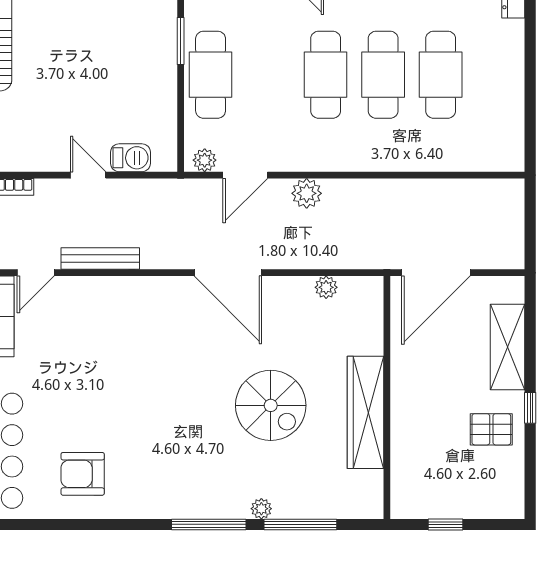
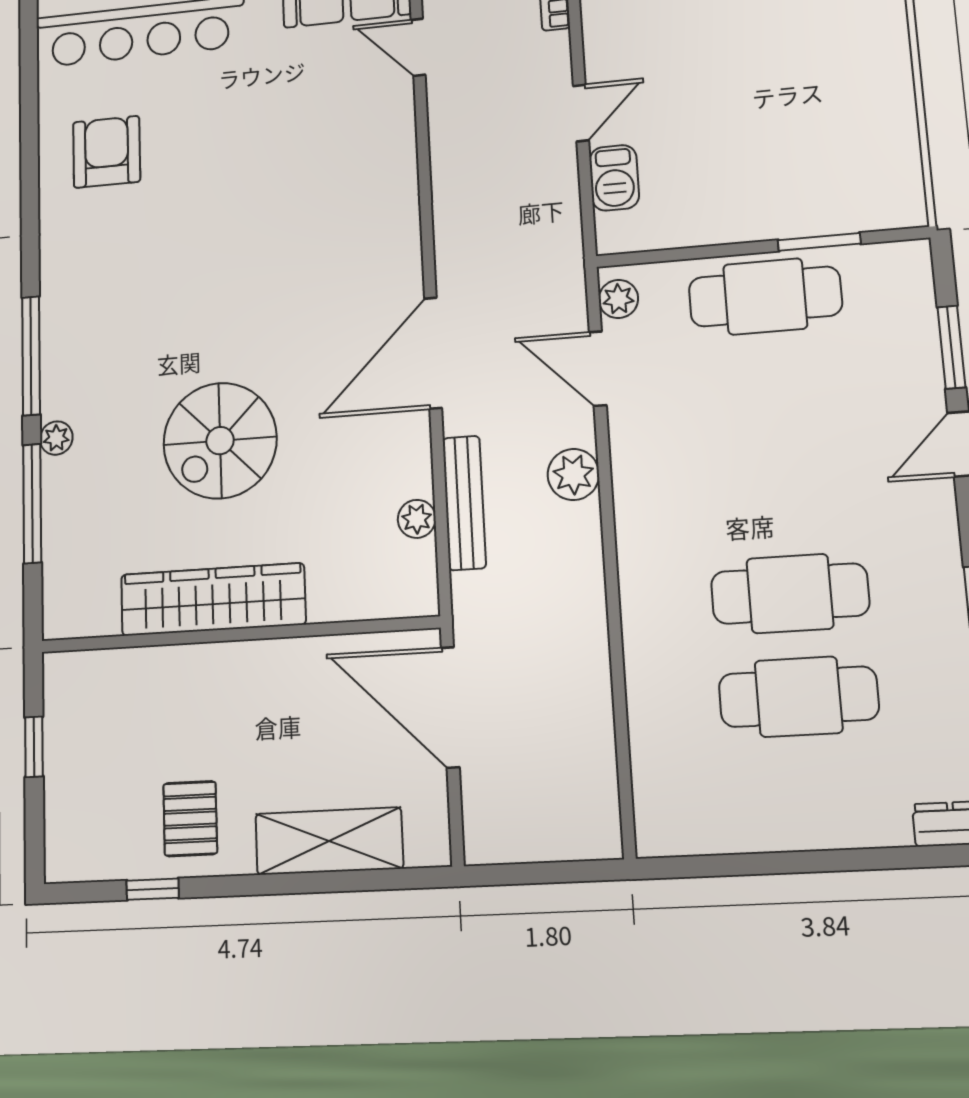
cafe table: (326, 75) -> (781, 493), removed
bench: (100, 259) -> (464, 503), moved
window: (530, 408) -> (153, 889), moved

